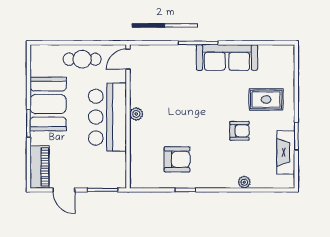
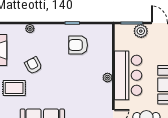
armchair: (239, 131) -> (33, 65), turned 62
plant: (90, 179) -> (141, 31), added

